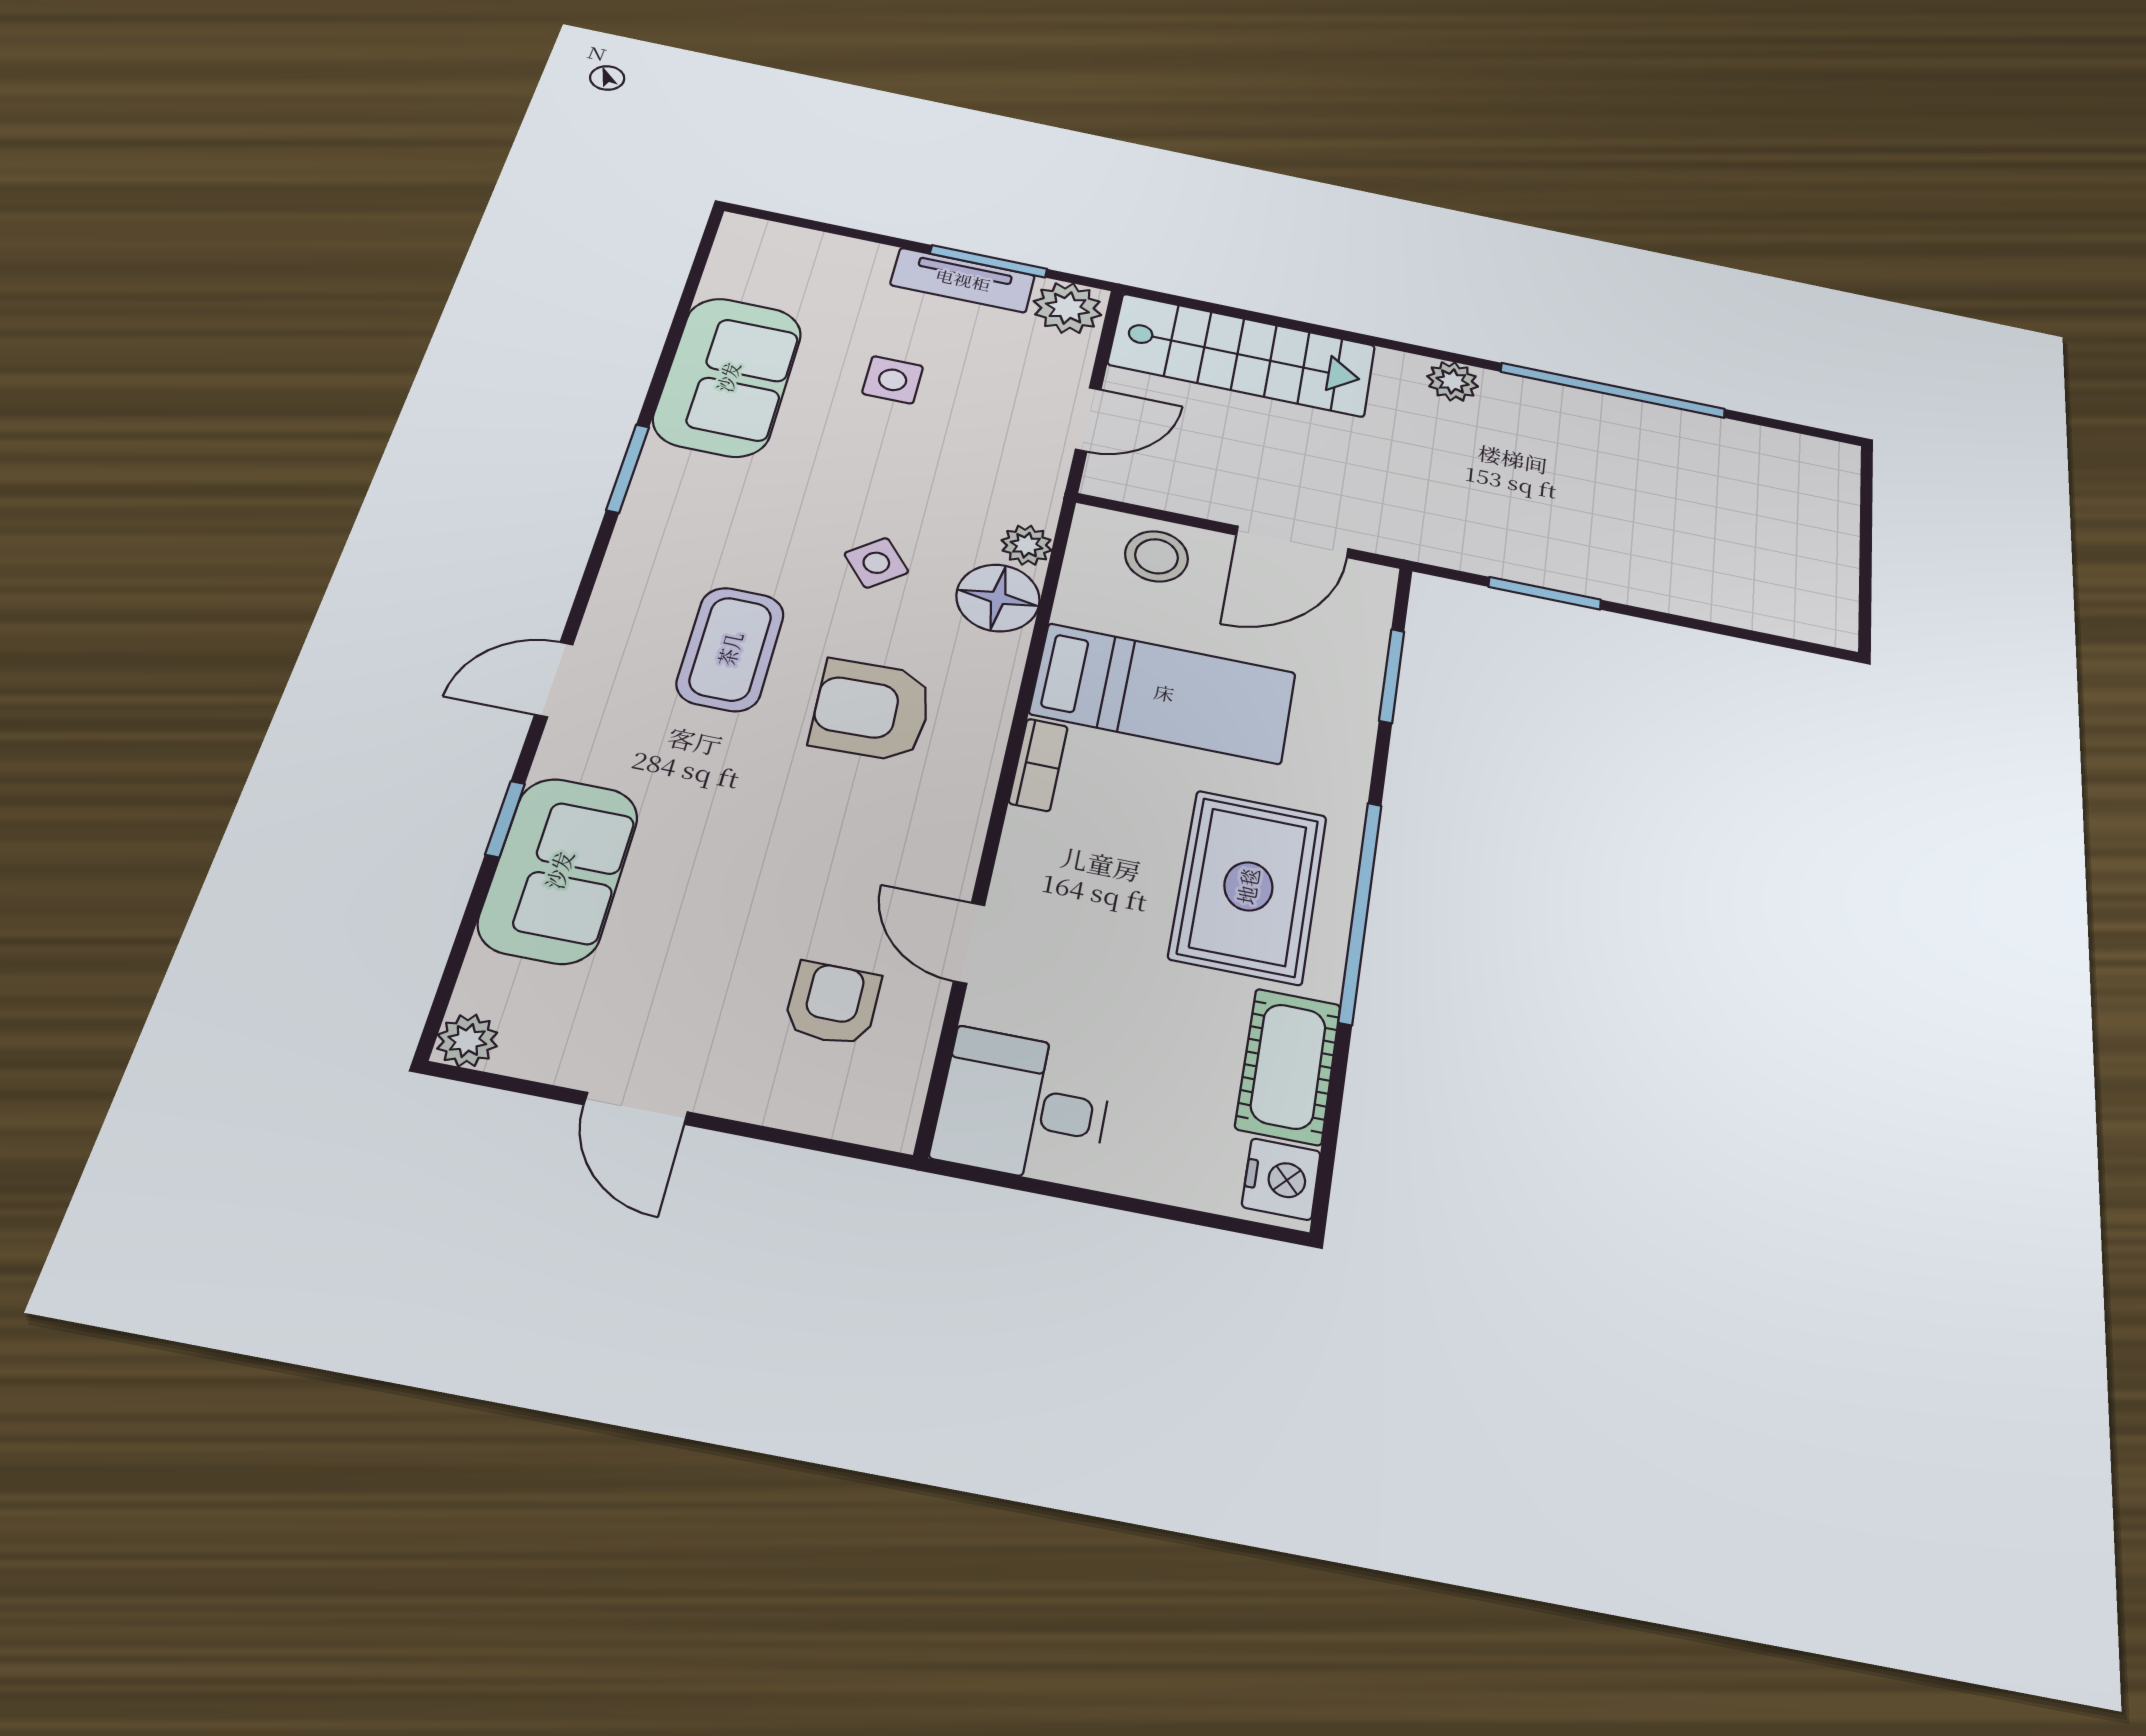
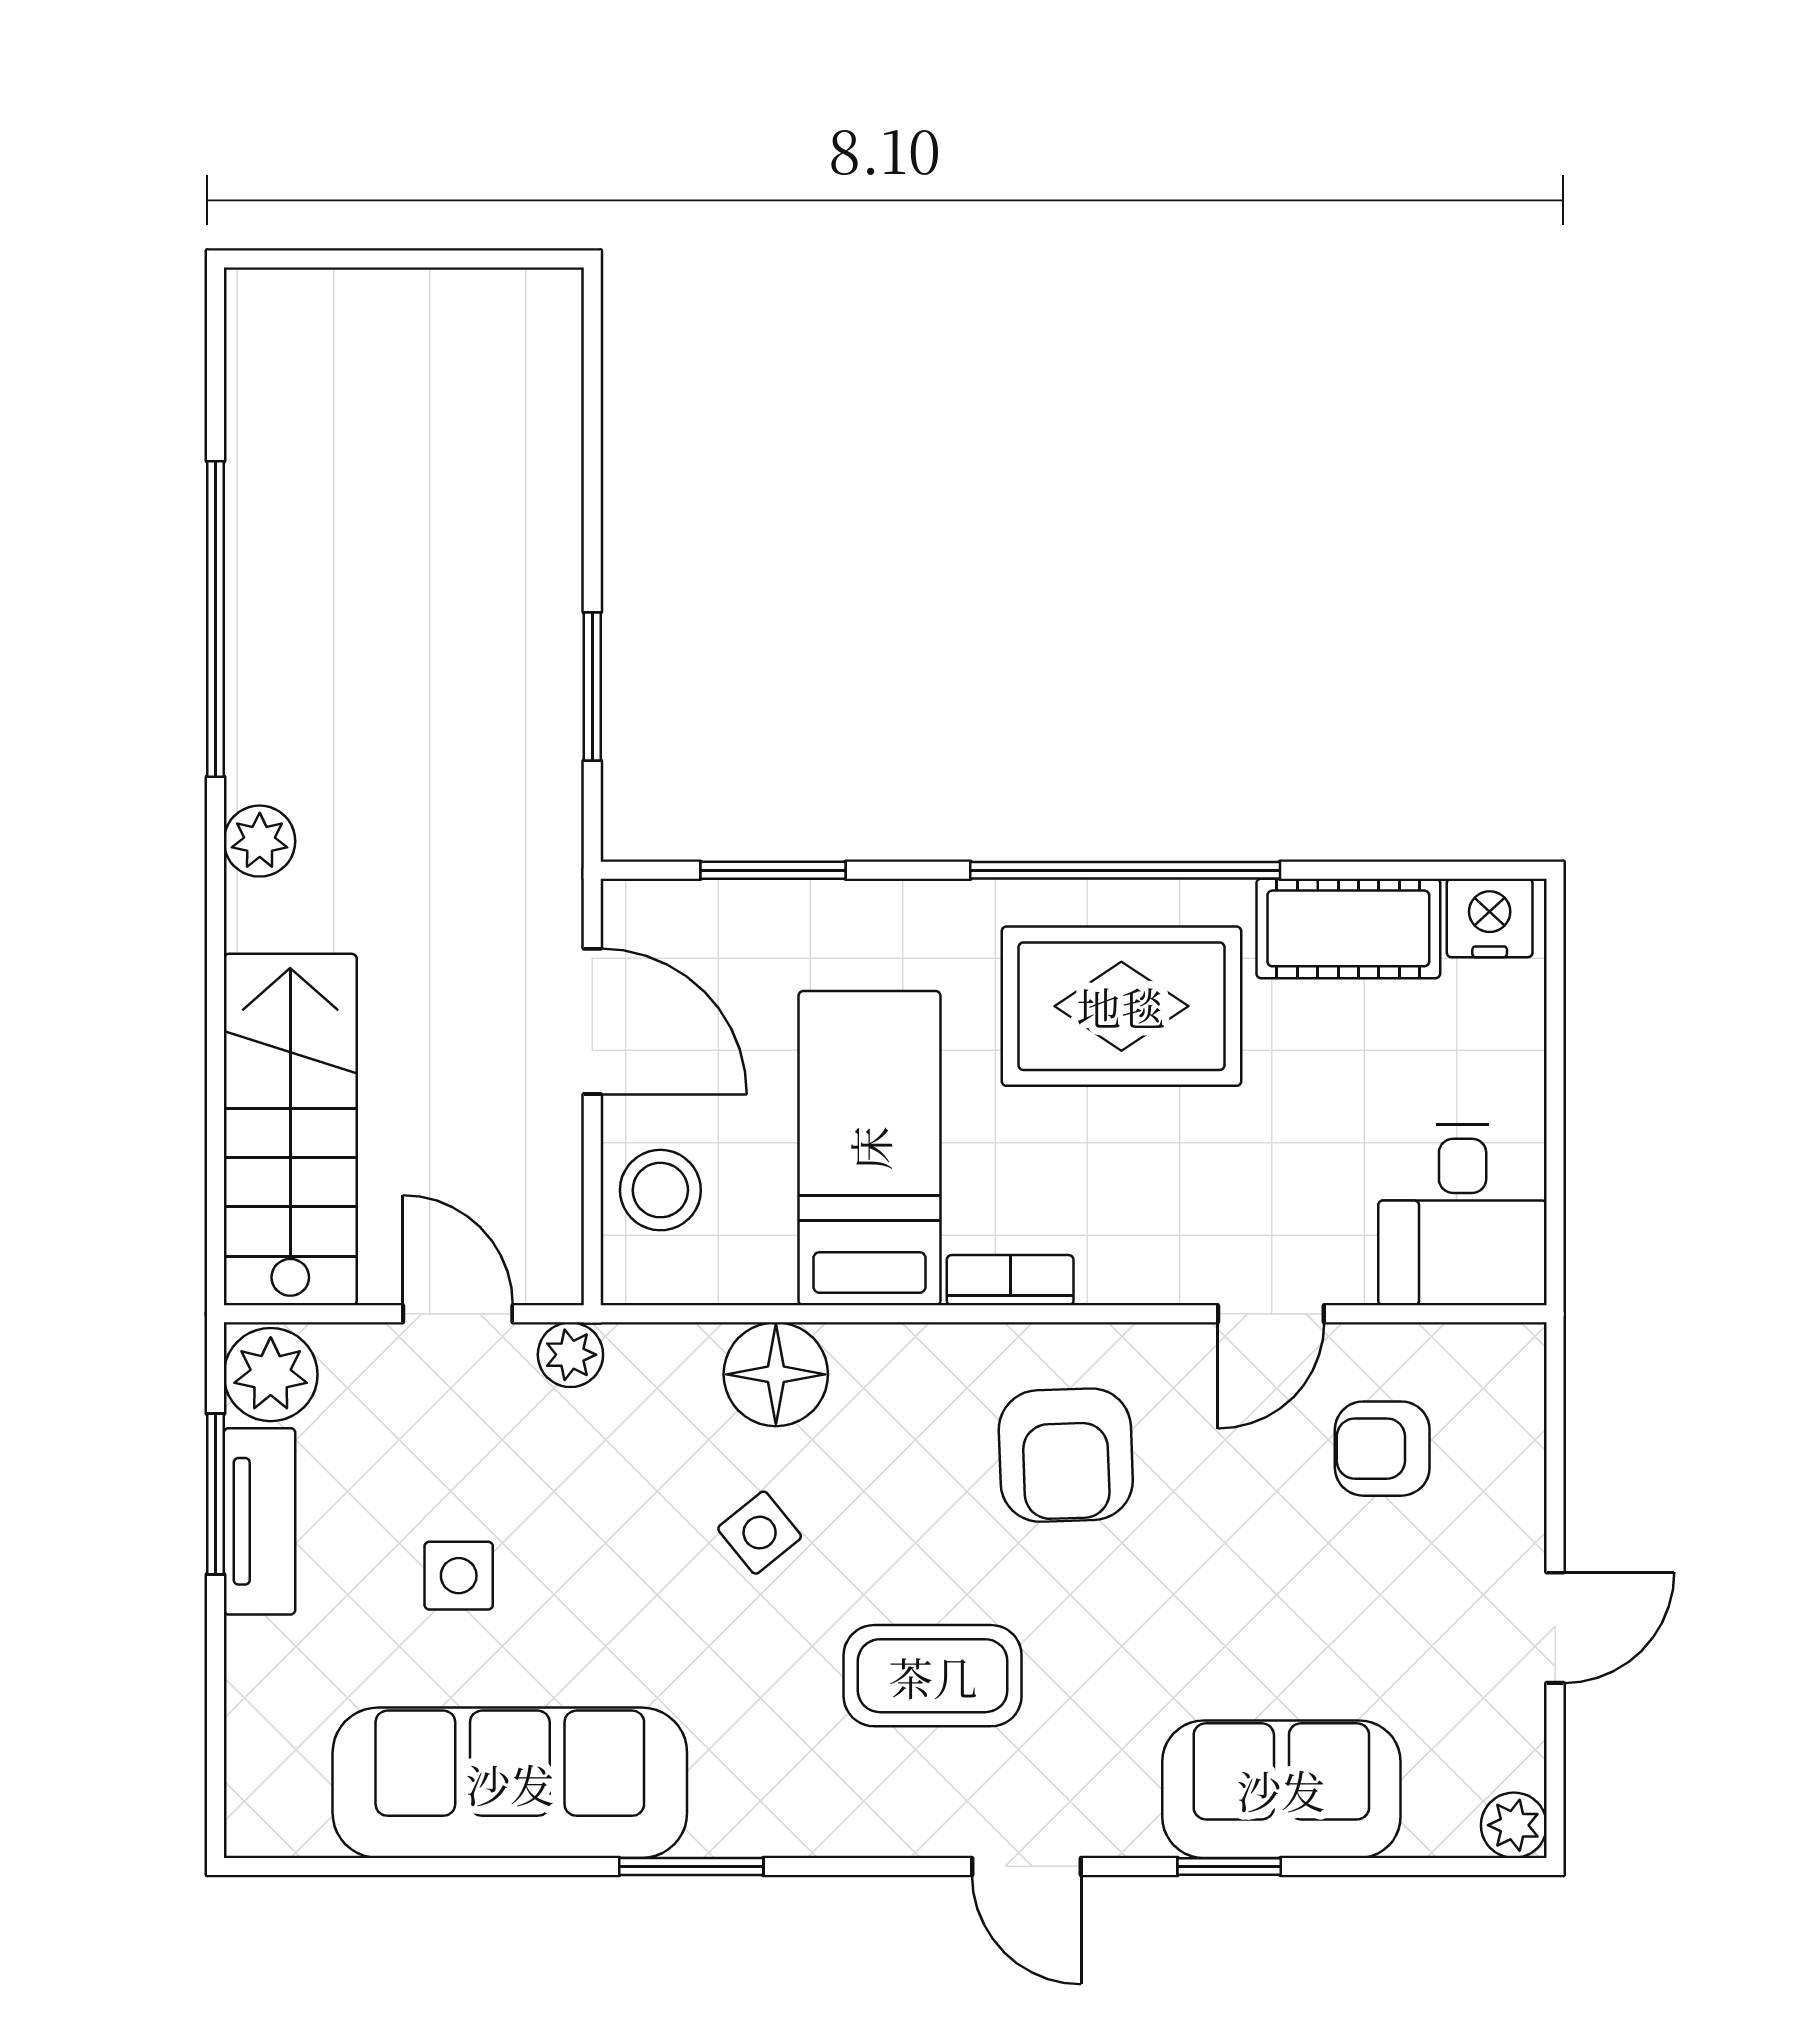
sofa: (728, 377) -> (510, 1783), width x1.36
plant: (1027, 545) -> (570, 1355), moved
armchair: (872, 710) -> (1066, 1455), moved

